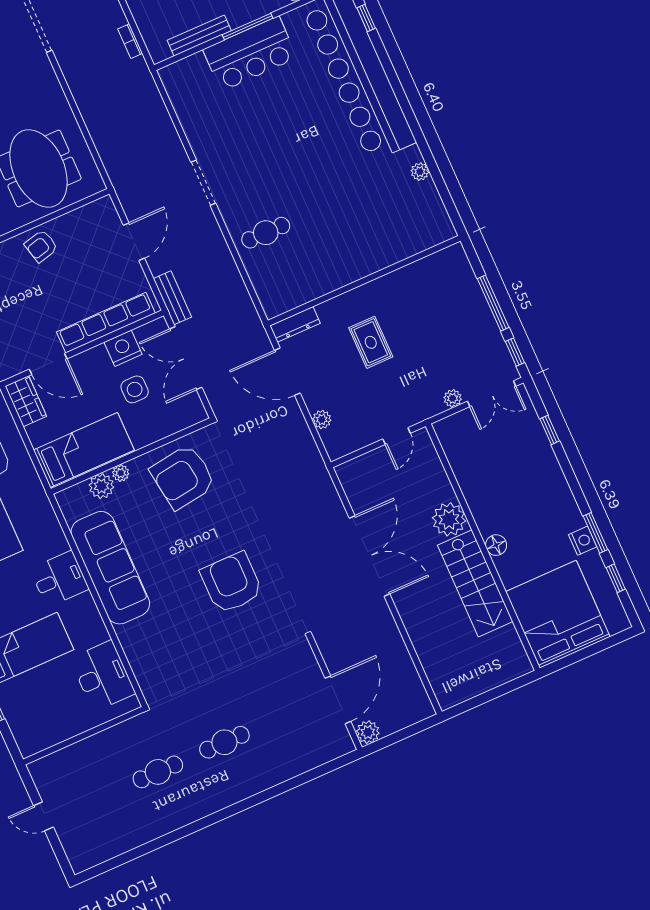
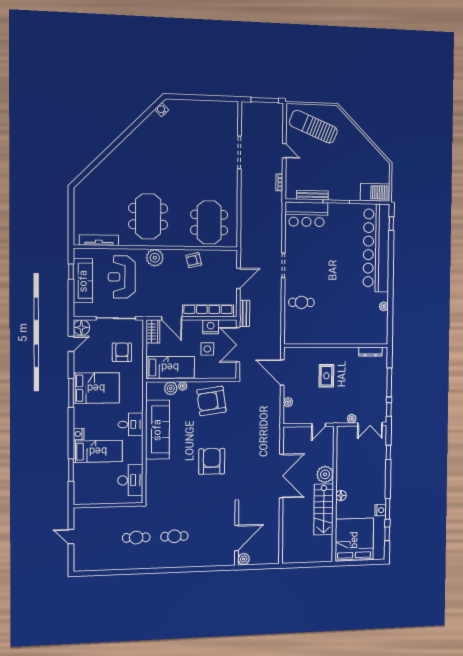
bar counter: (250, 54) -> (307, 214), moved
dresser: (295, 324) -> (370, 352), moved

